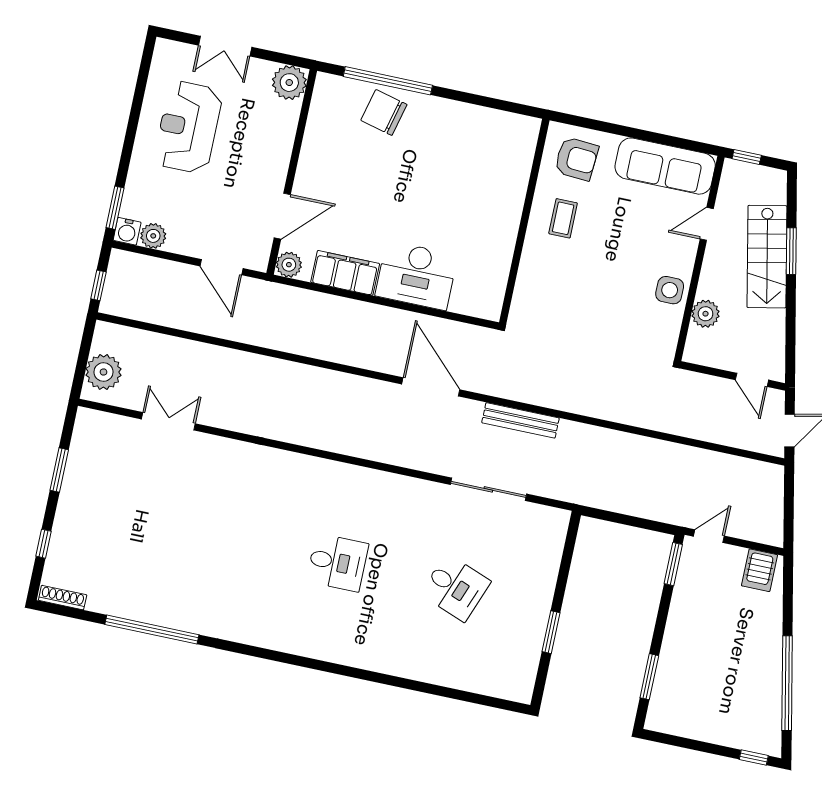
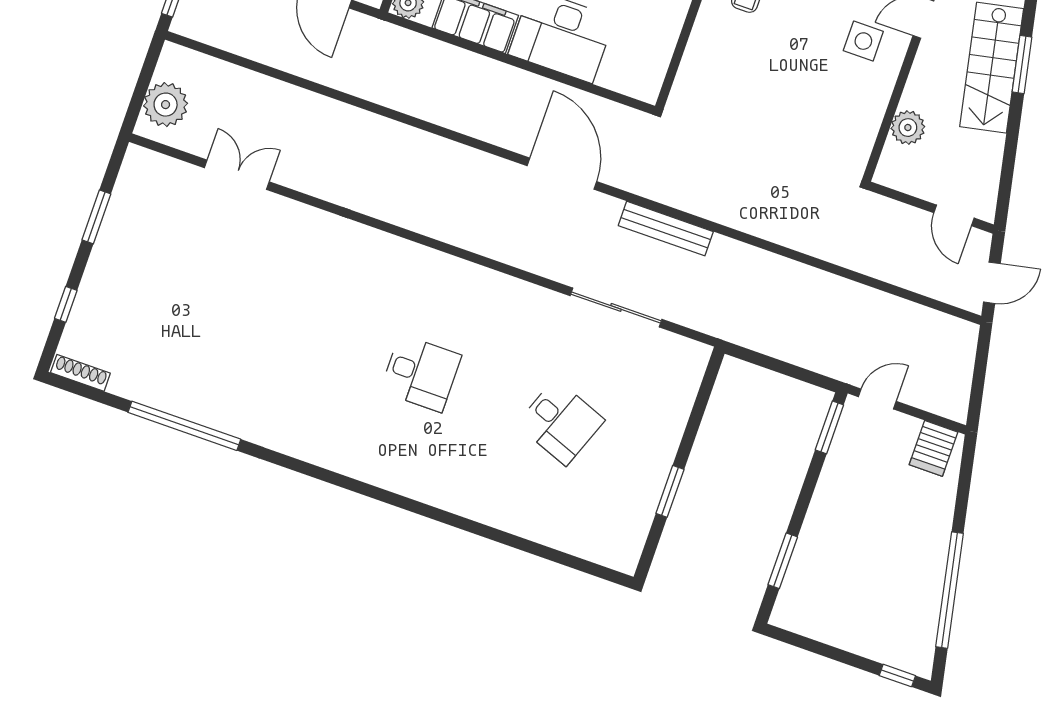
side table: (670, 290) -> (863, 41), moved

